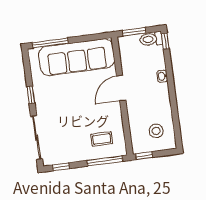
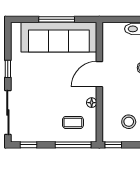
window: (134, 32) -> (120, 19), removed
window: (50, 43) -> (57, 19), moved
floor lamp: (117, 117) -> (92, 103), added

